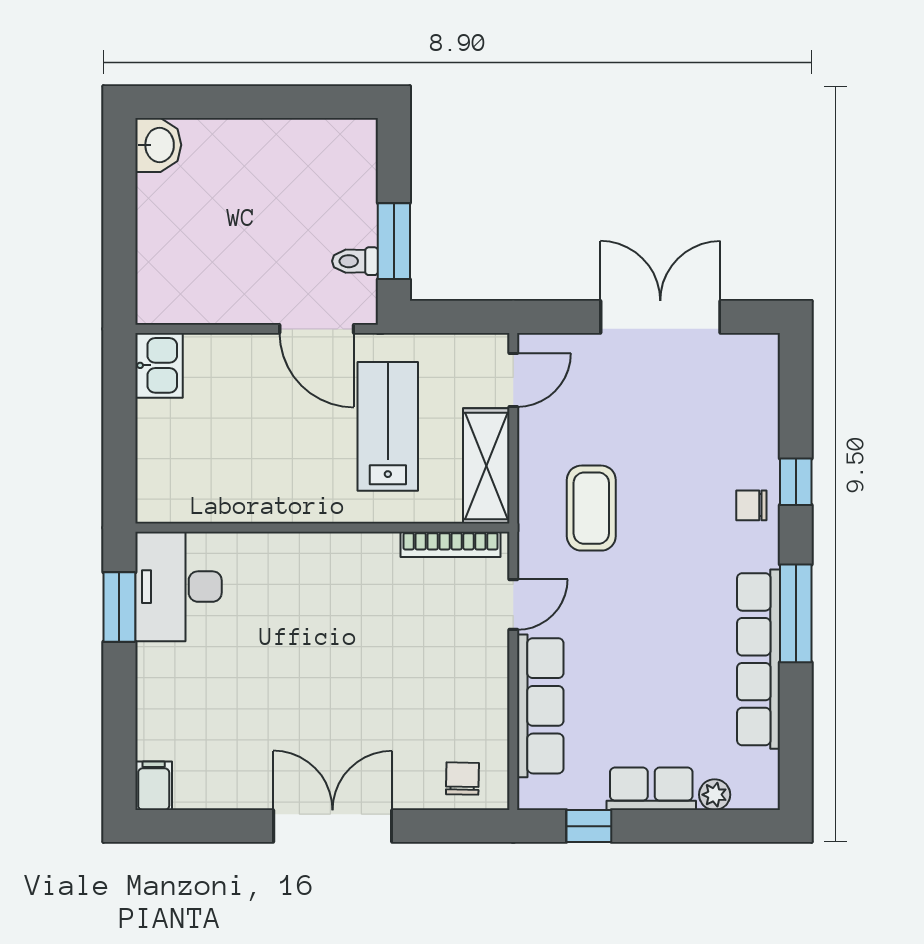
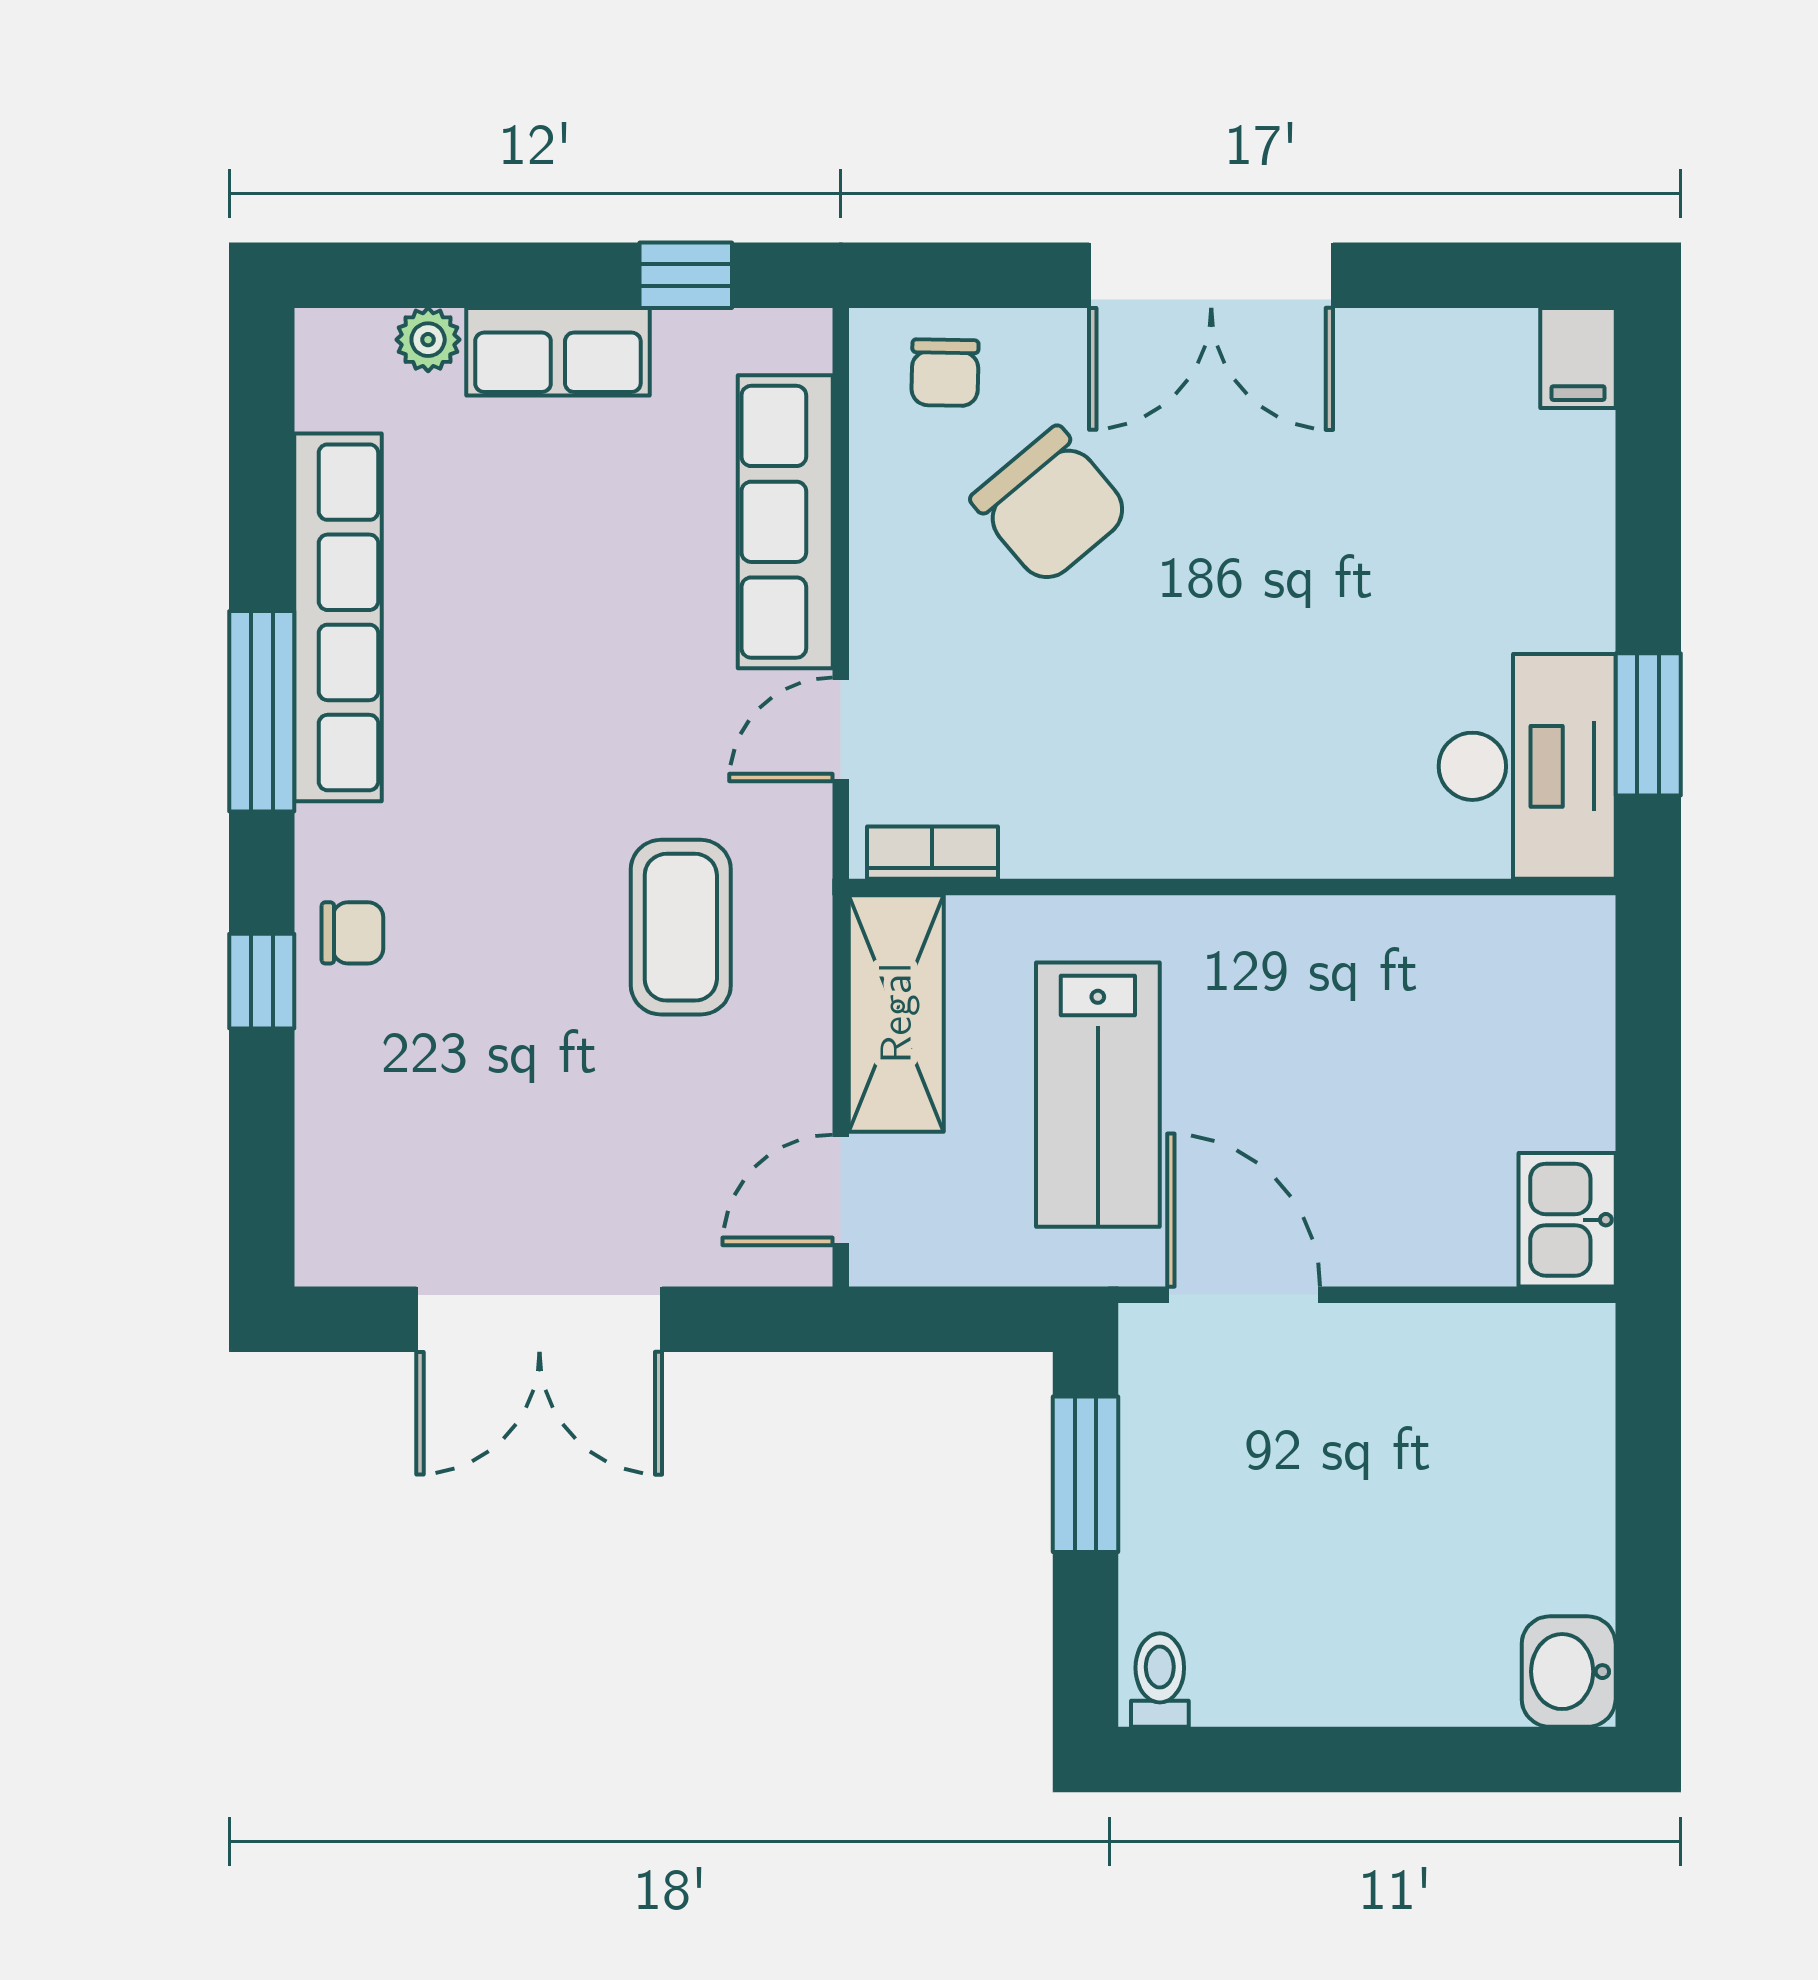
toilet: (355, 261) -> (1160, 1680), moved, turned -90
bookcase: (451, 544) -> (932, 853), width x0.64
chair: (411, 714) -> (1051, 506), added

